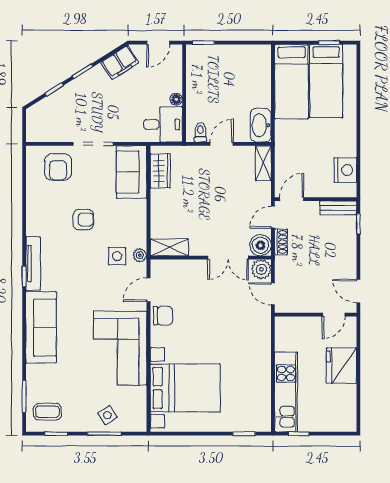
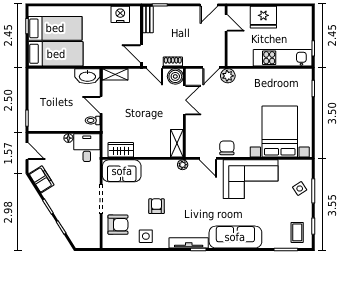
side table: (117, 256) -> (146, 236), moved
plant: (261, 269) -> (228, 76), moved

